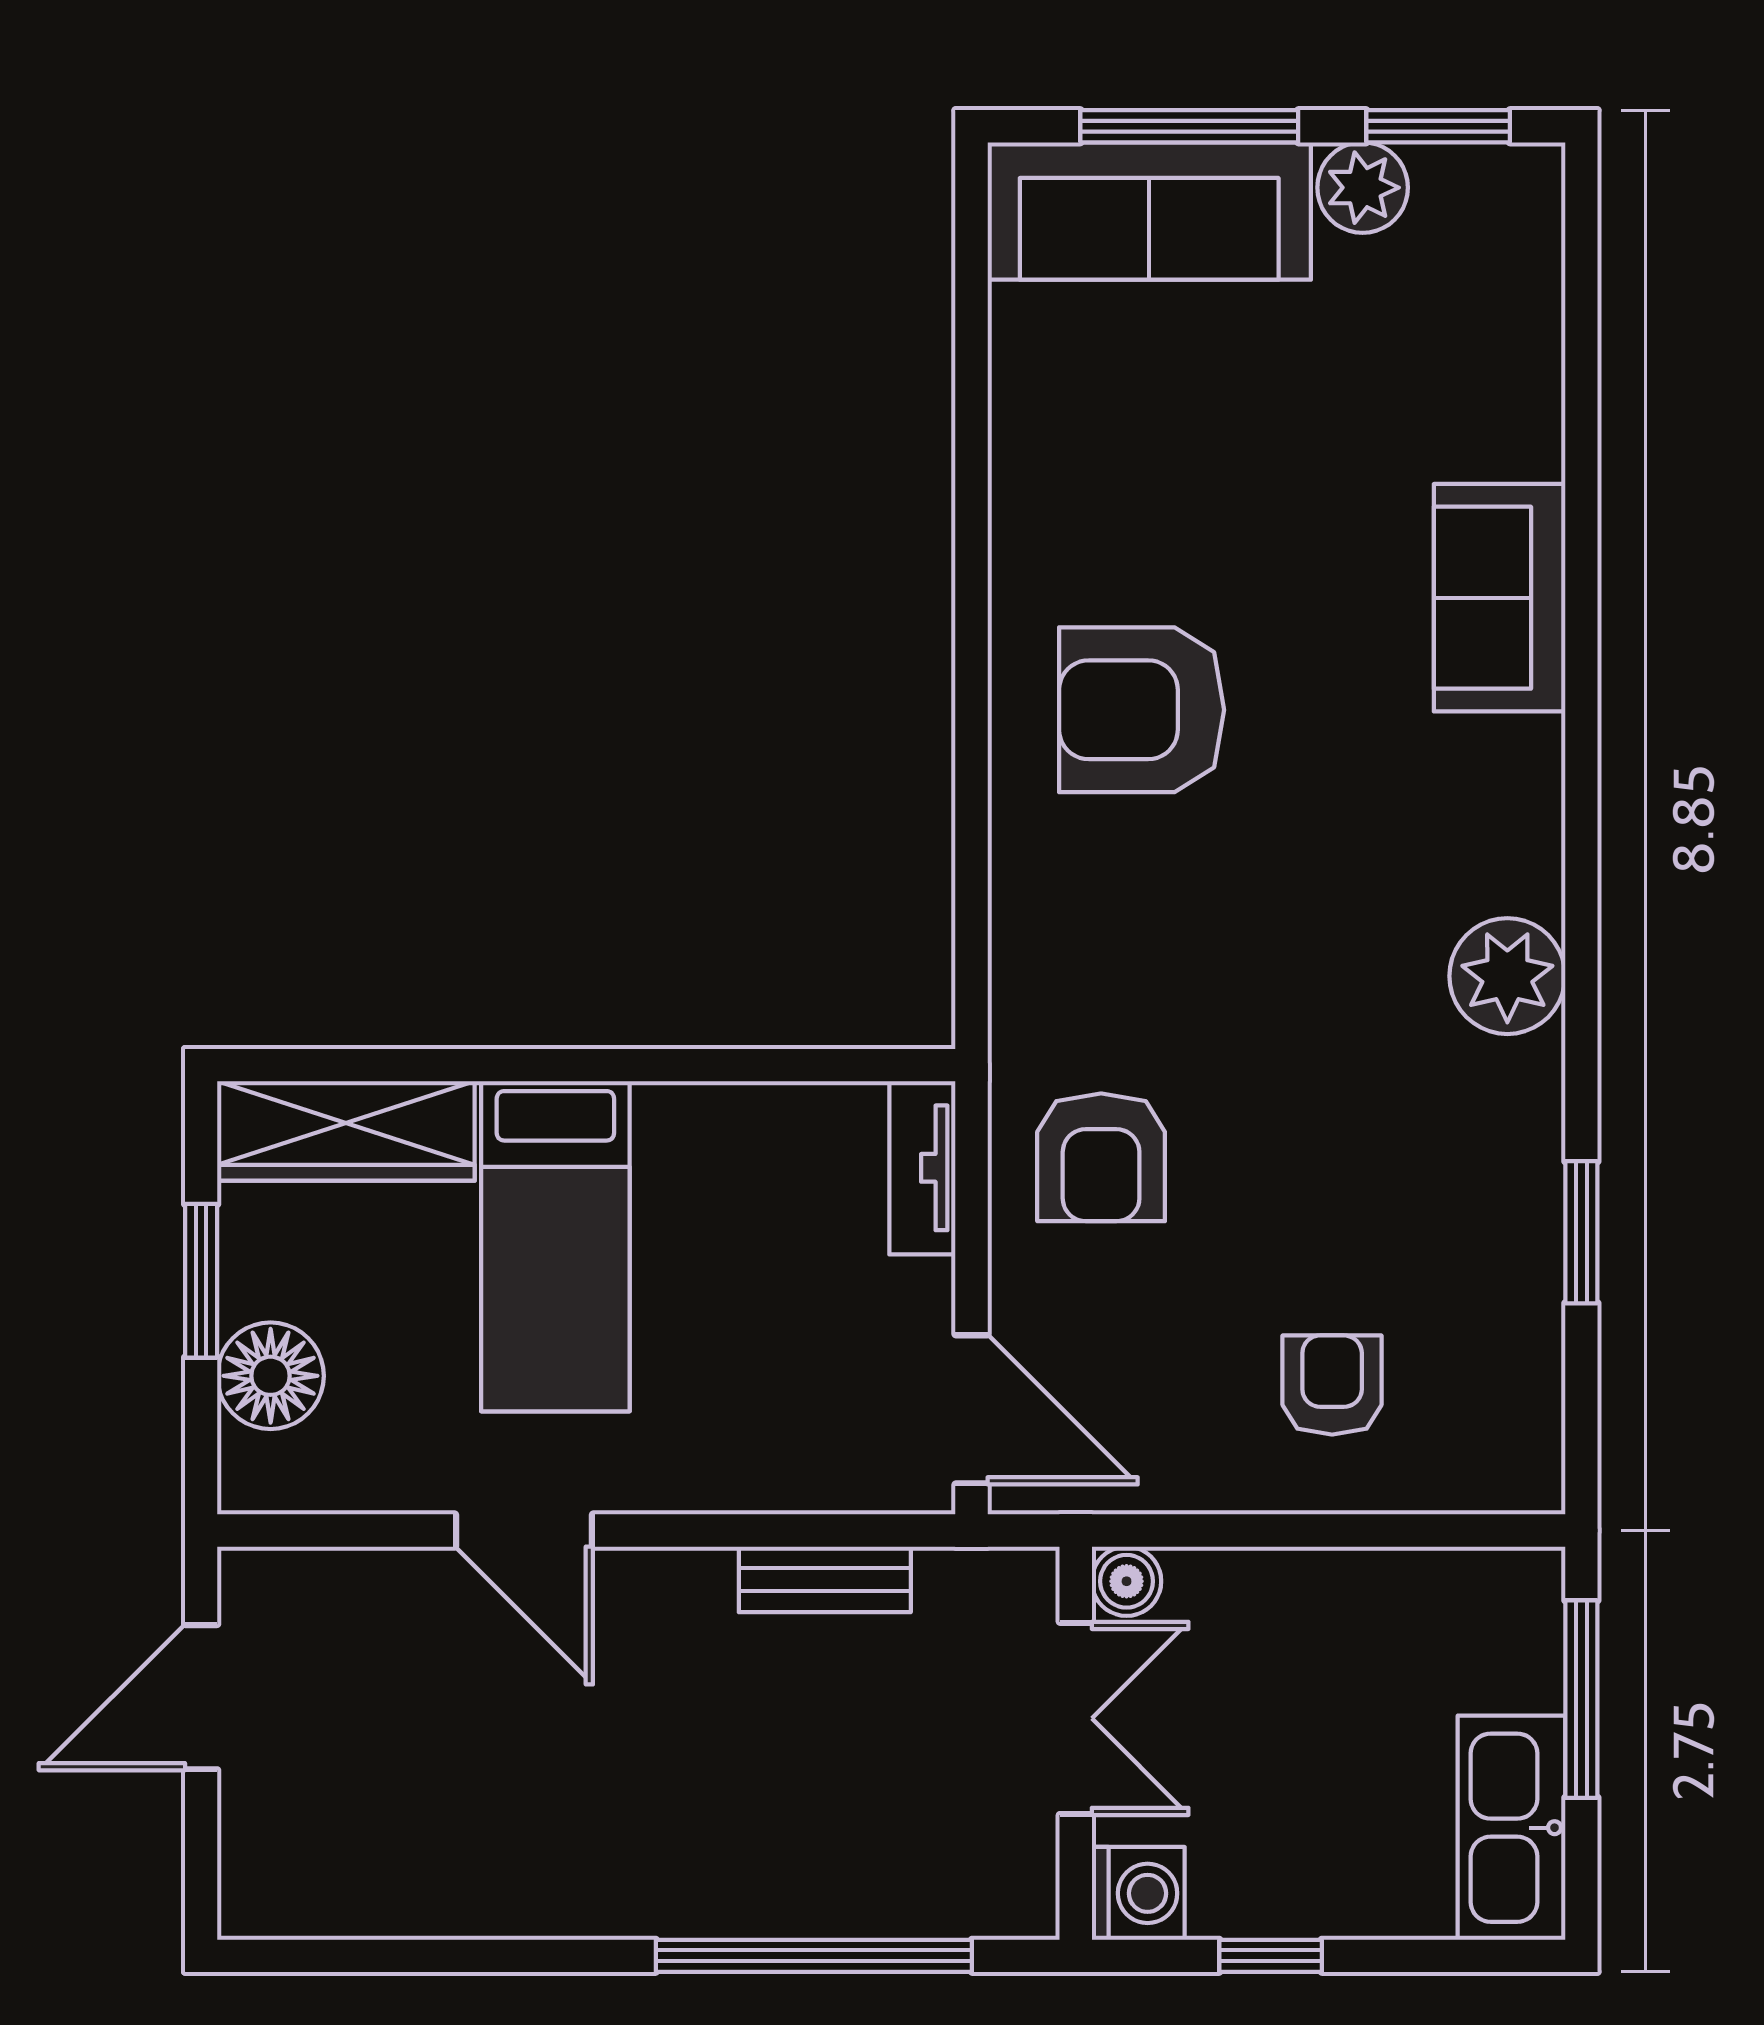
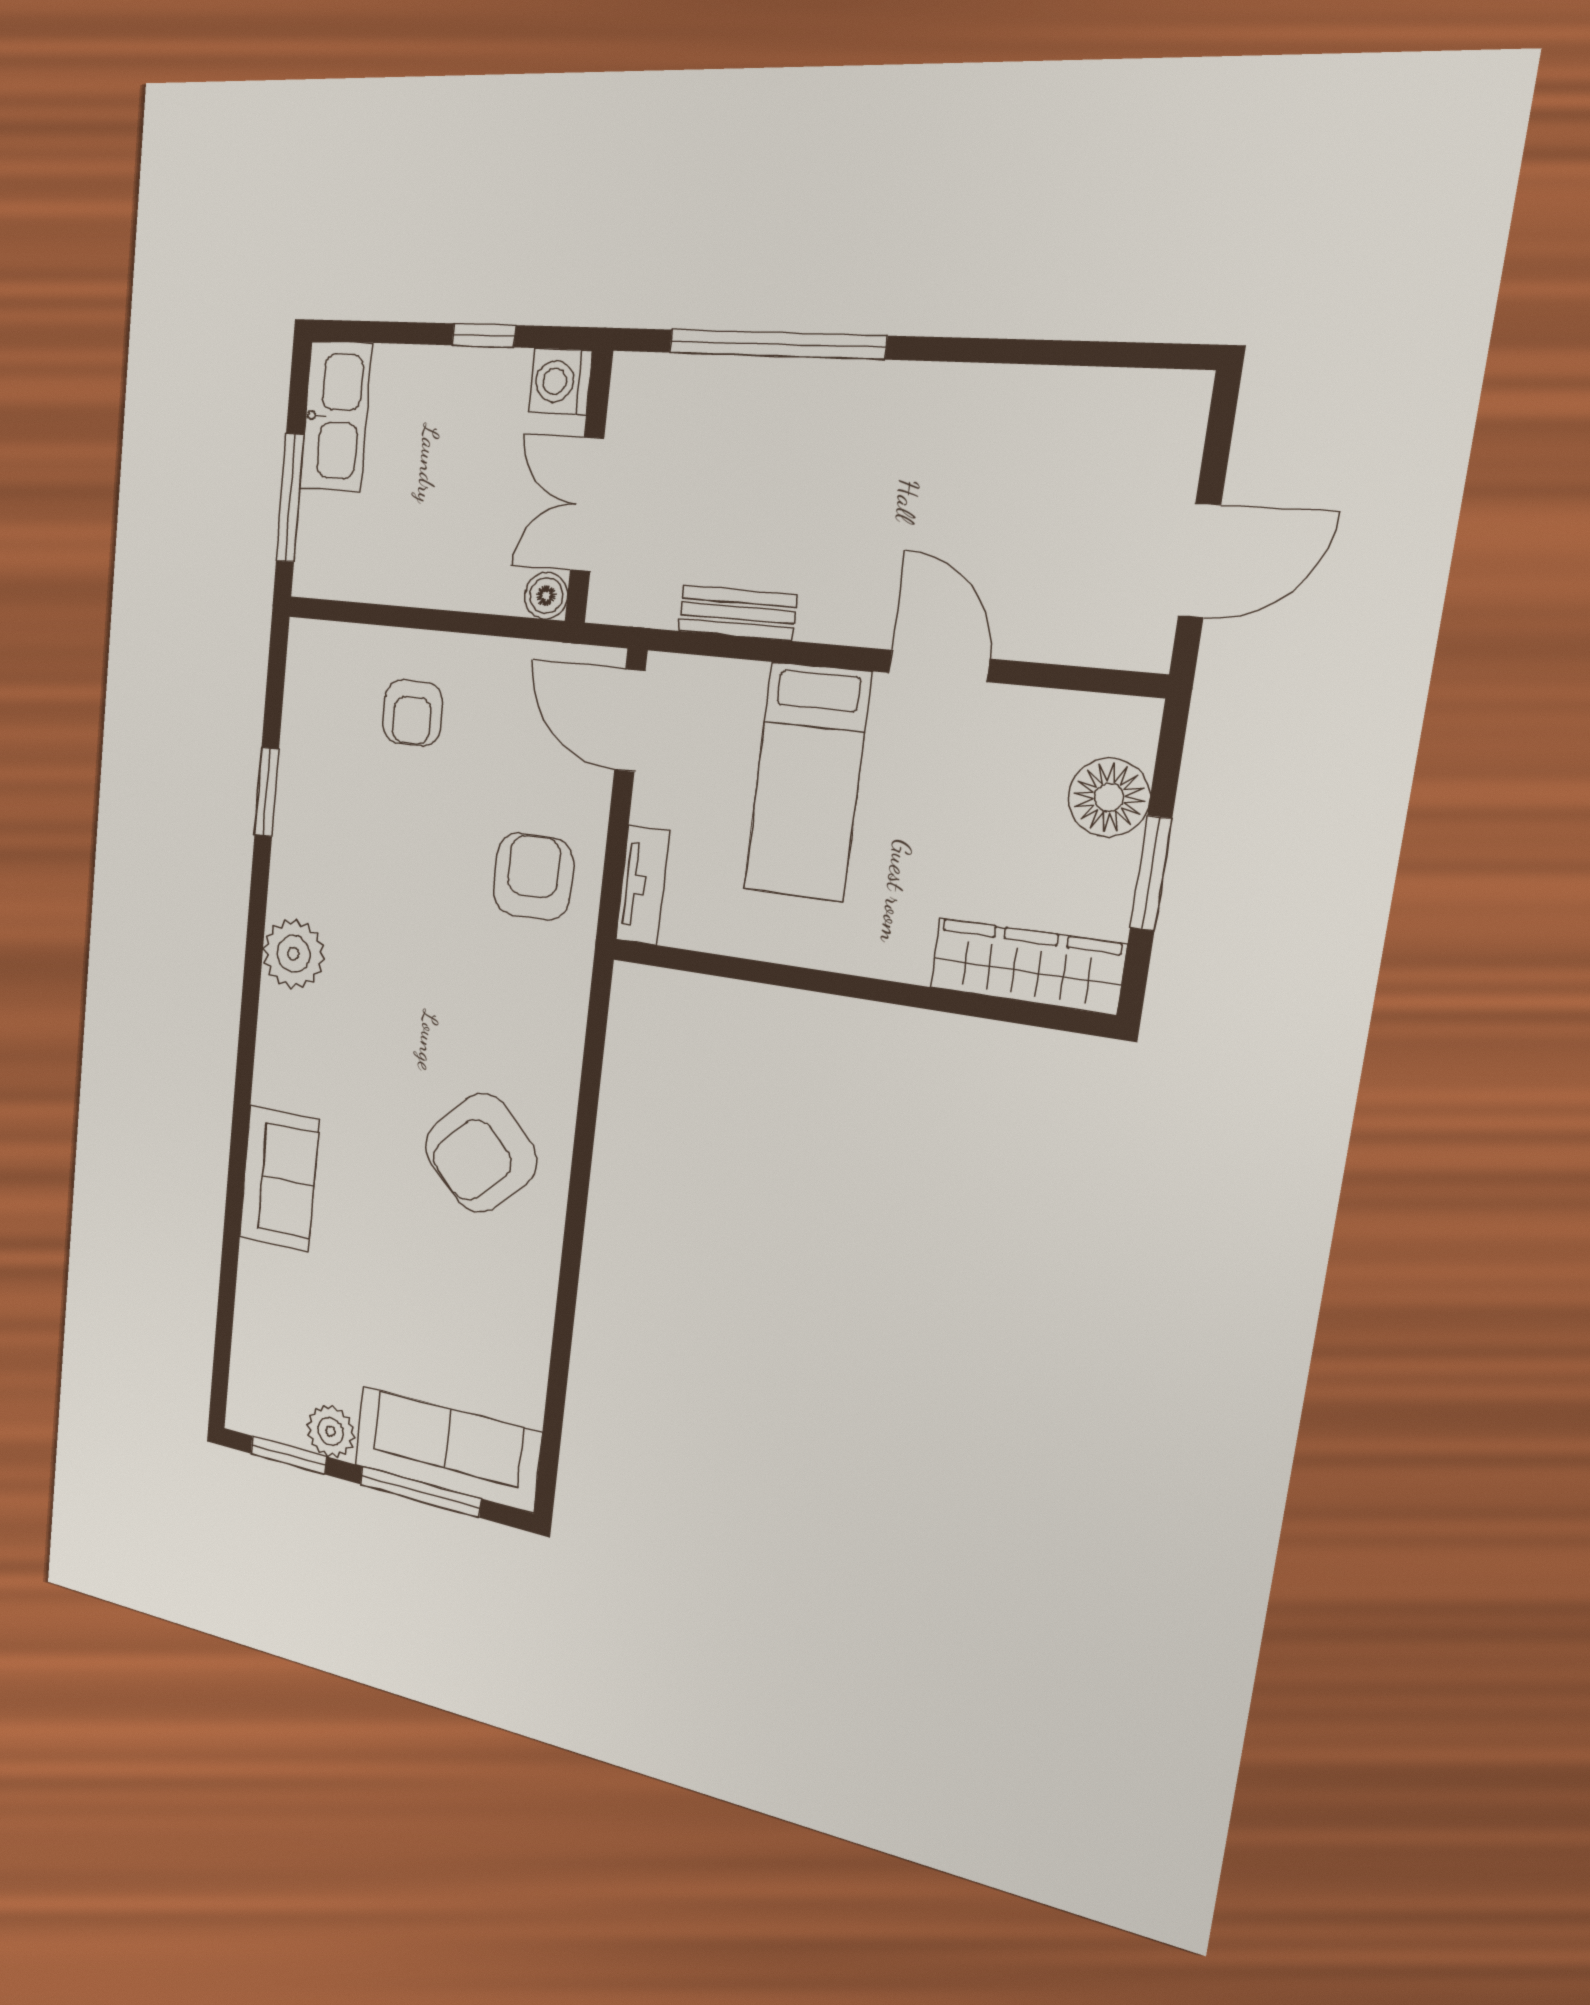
armchair: (1142, 710) -> (481, 1153), turned 135
bed: (555, 1246) -> (807, 782), moved, turned 180

